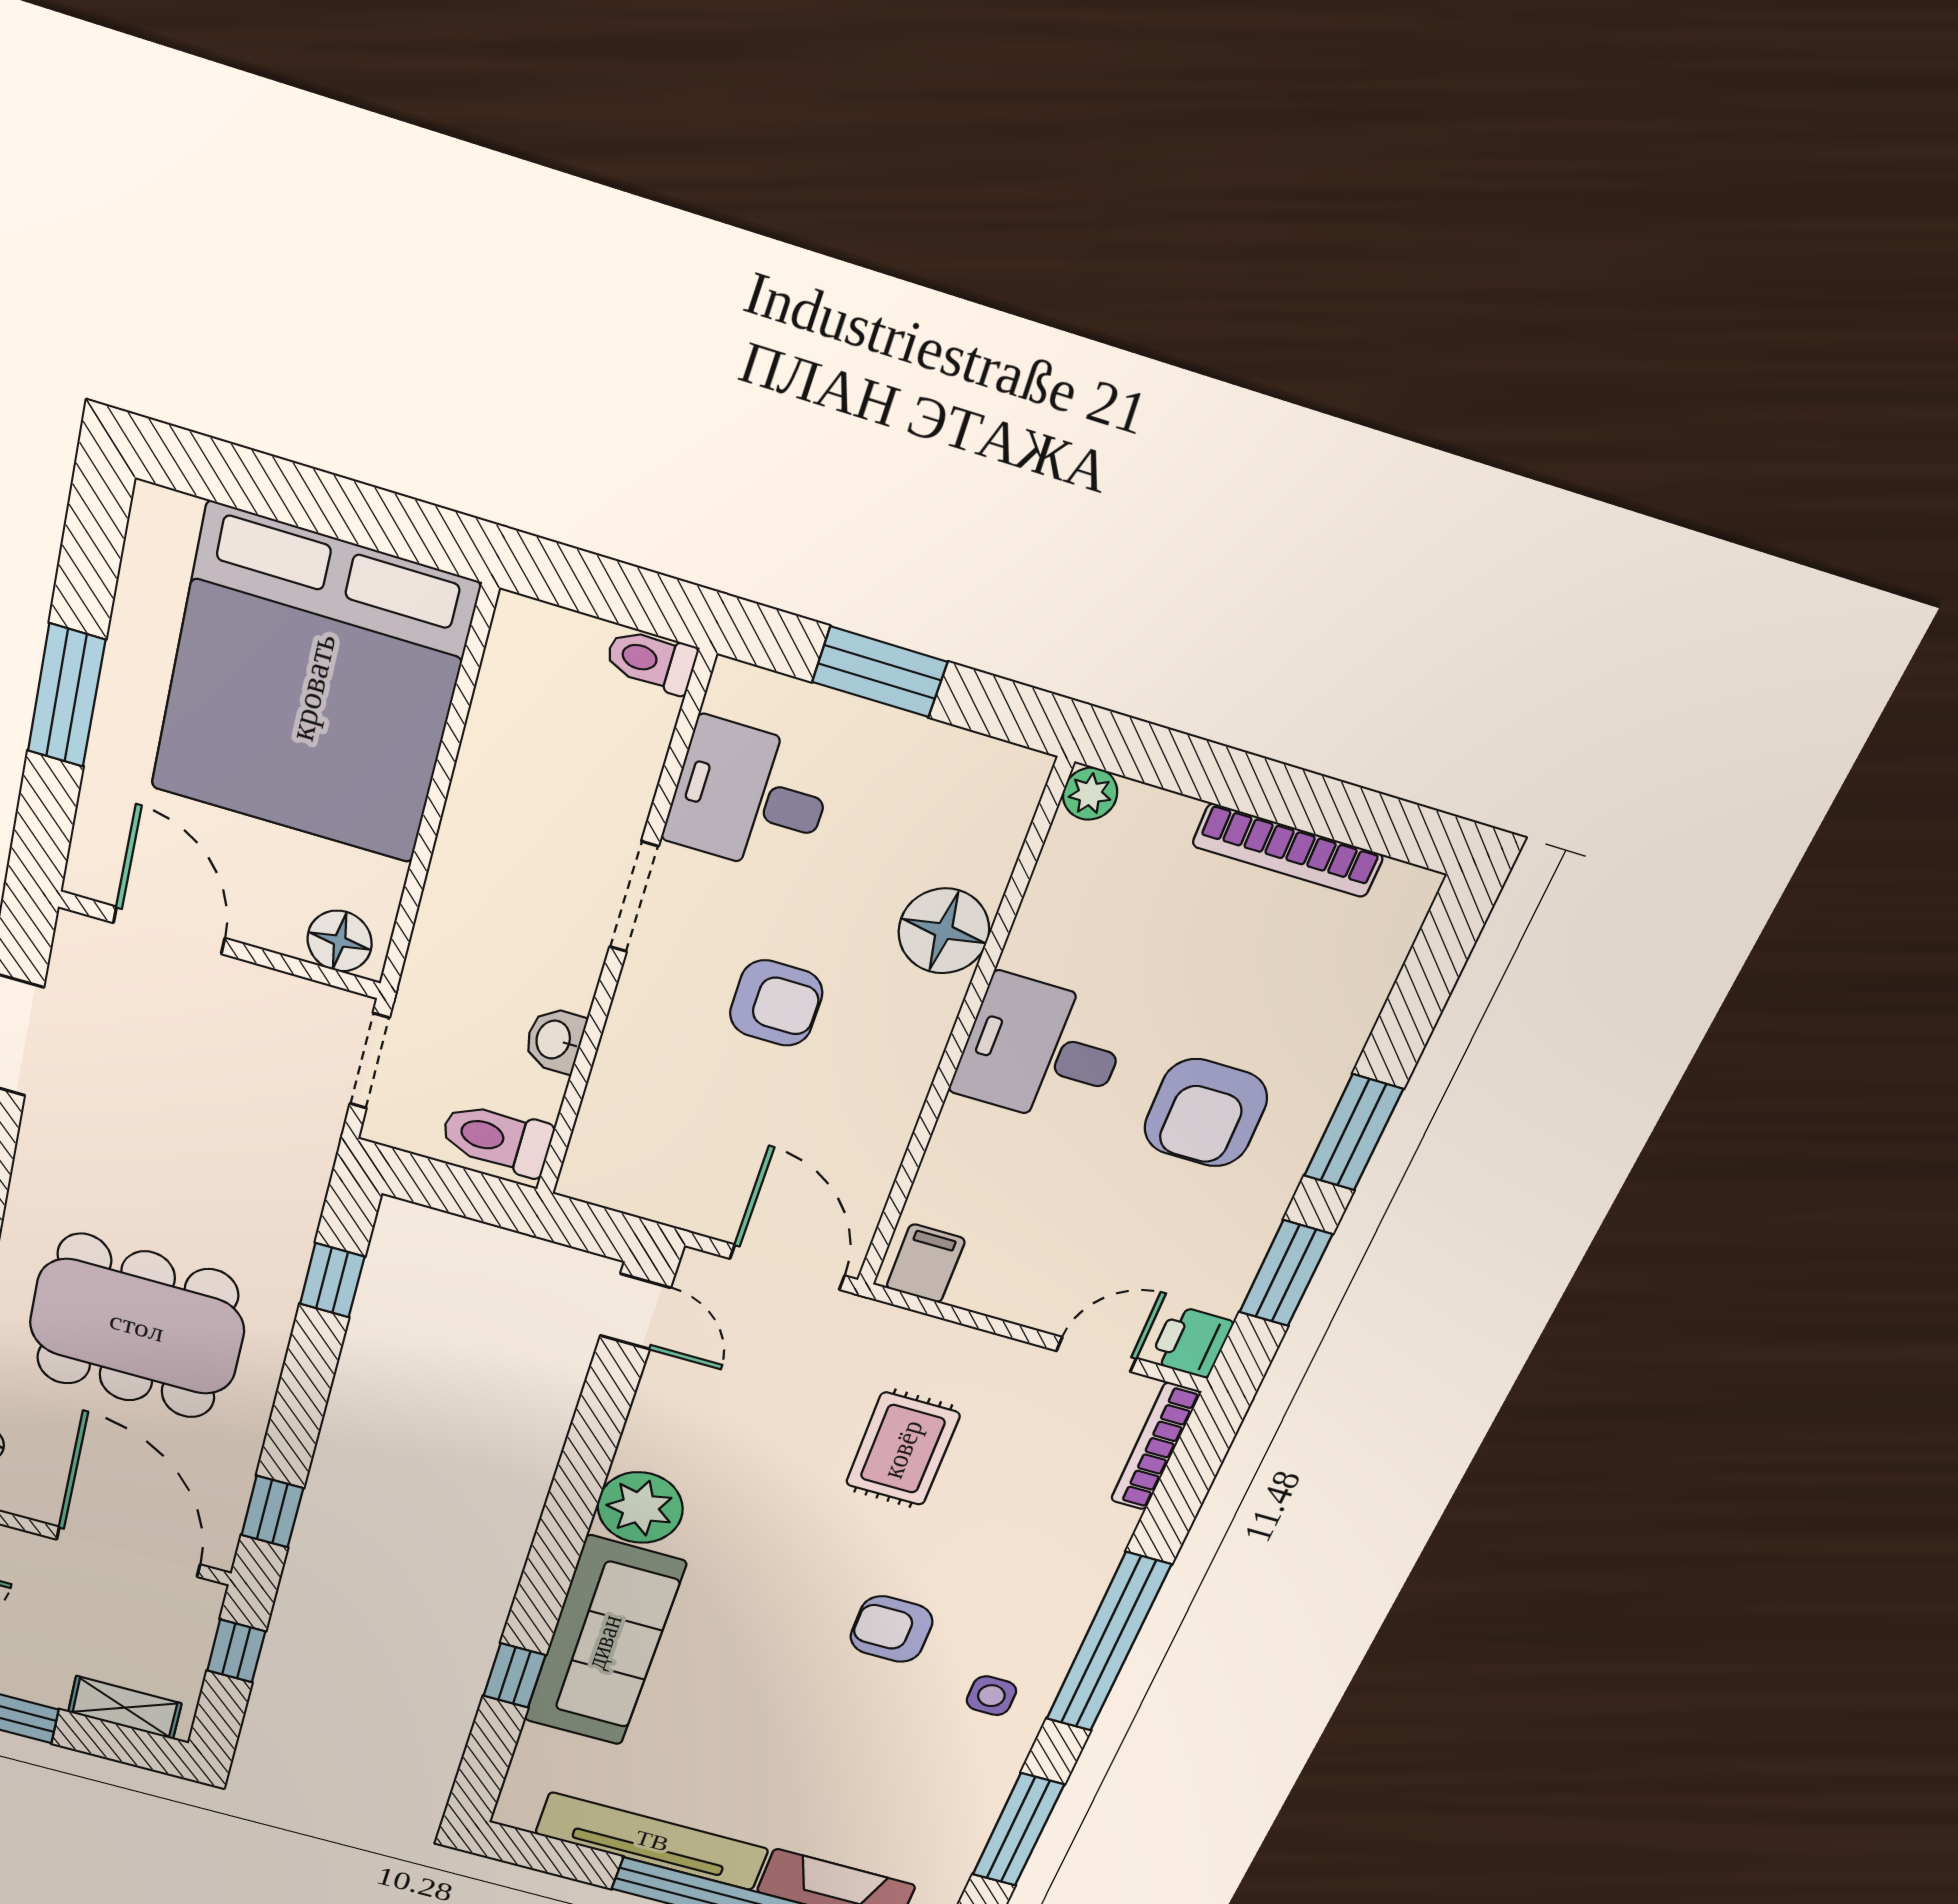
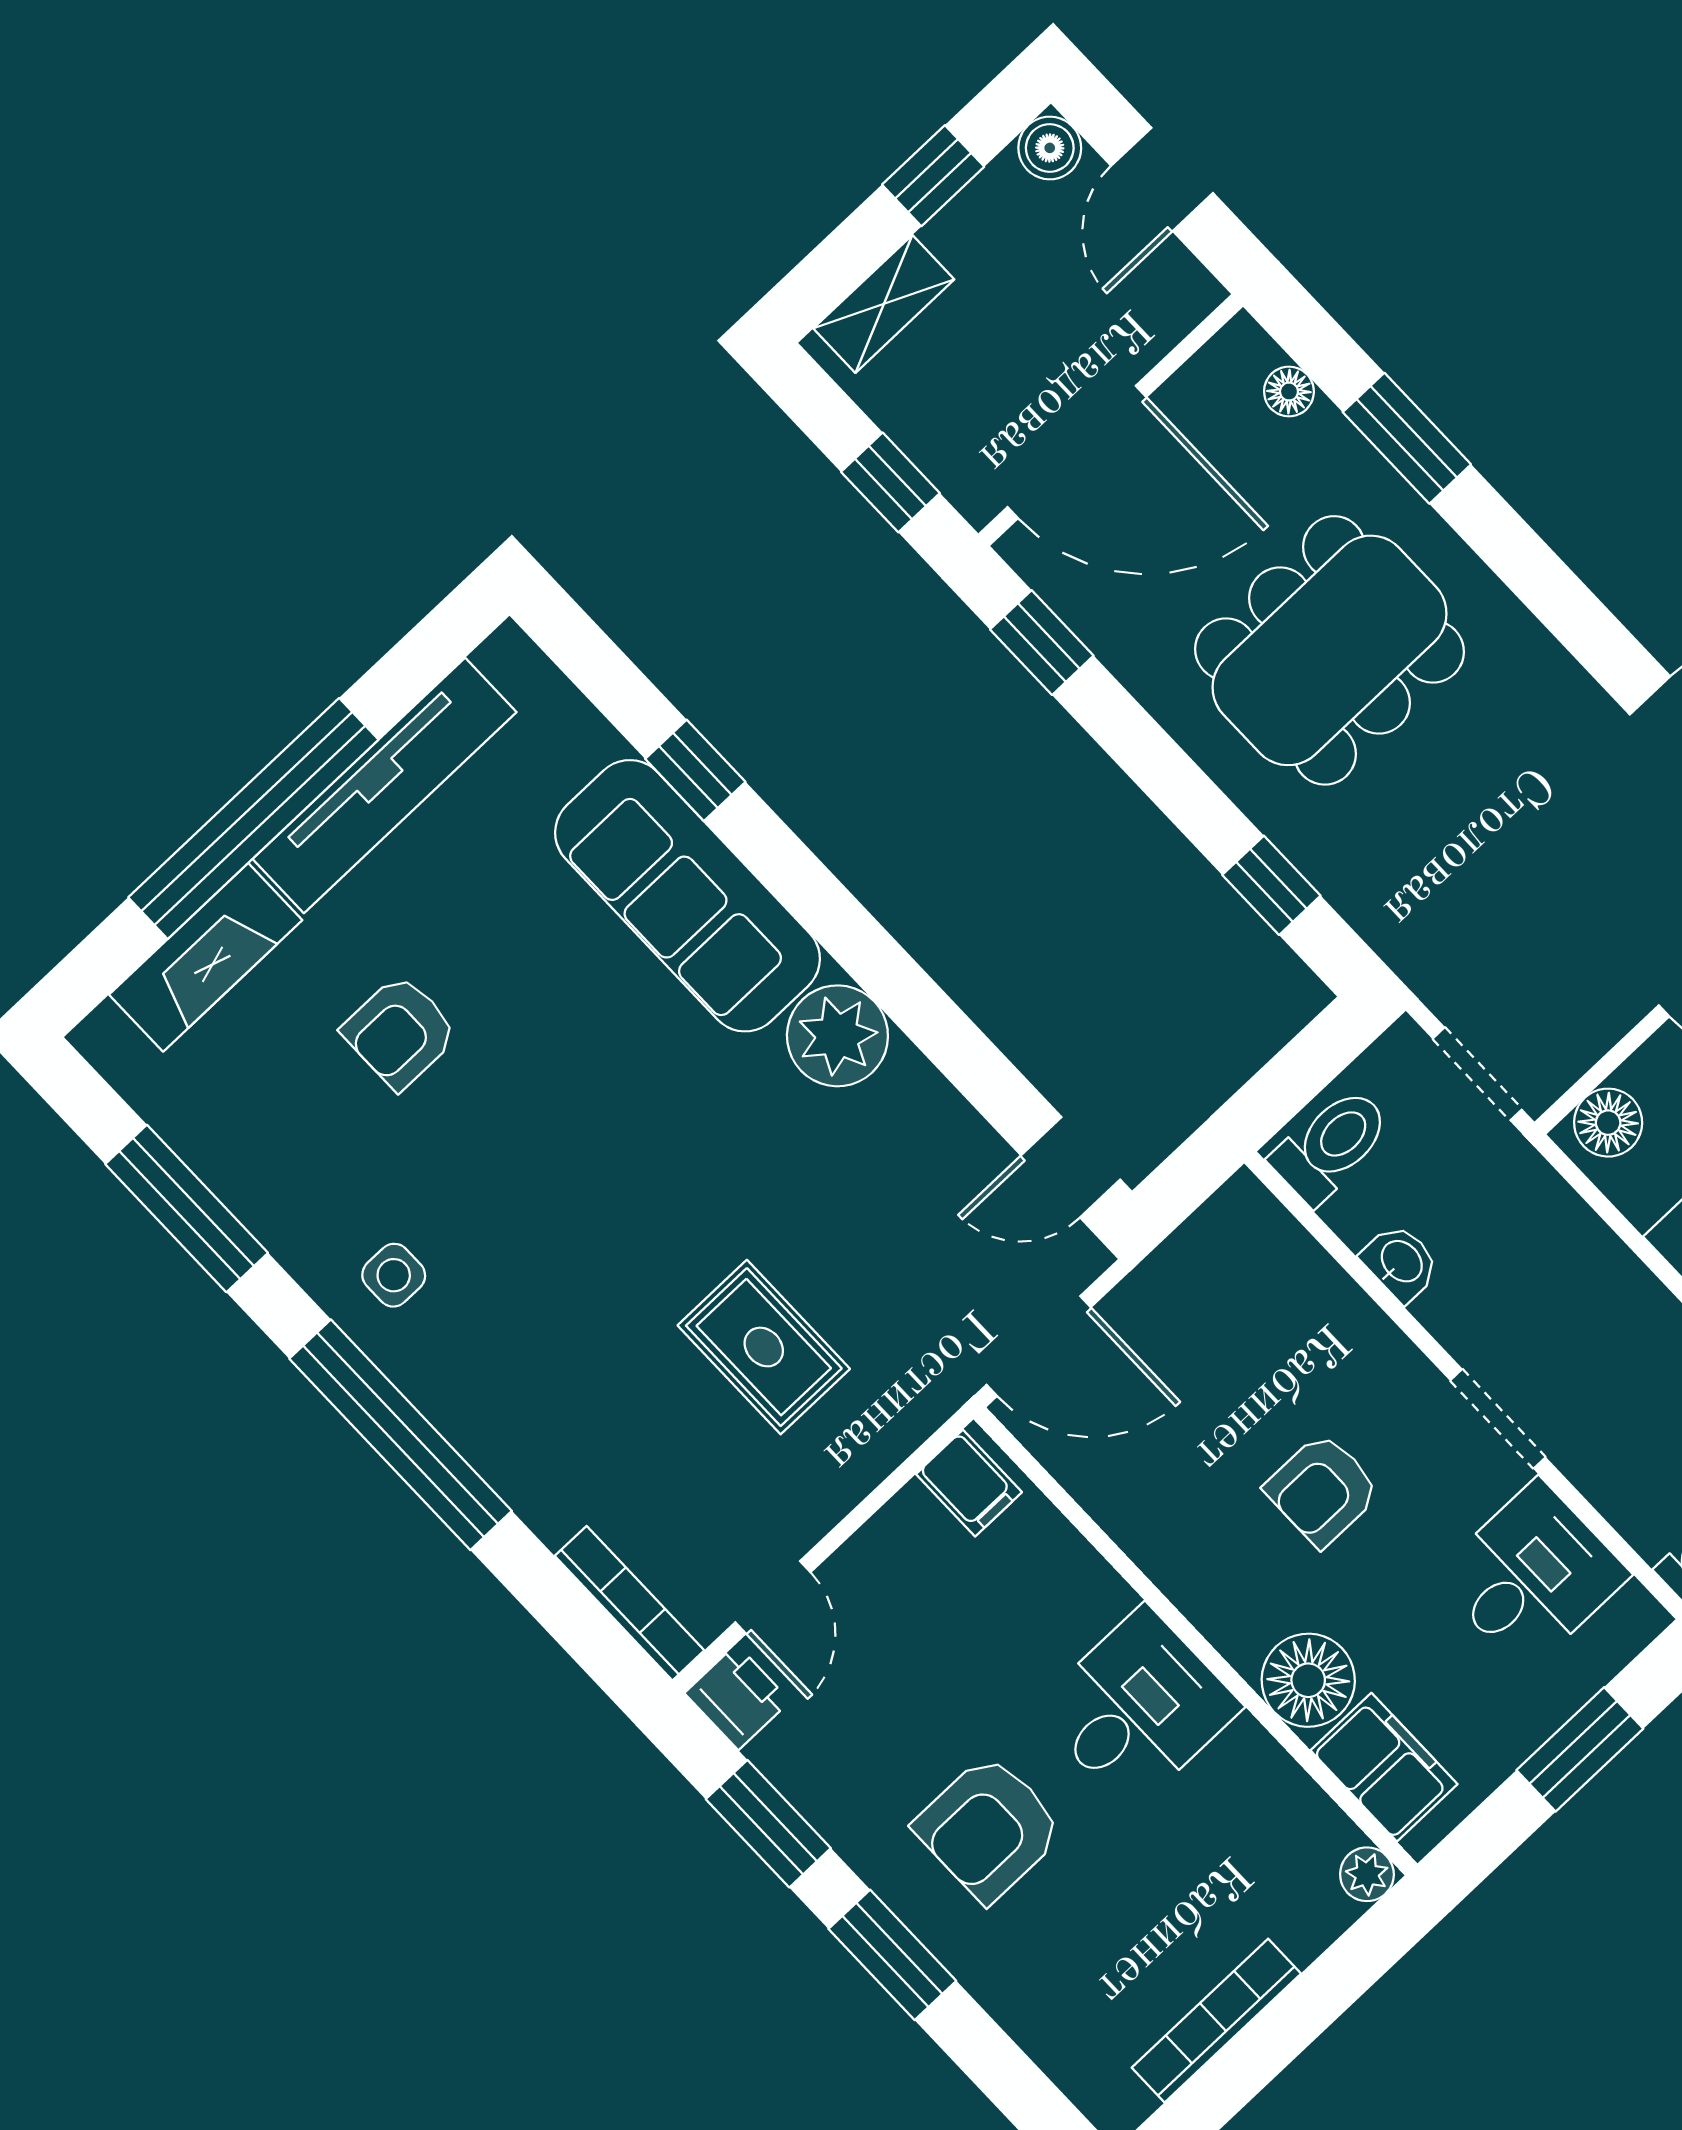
filing cabinet: (986, 830) -> (1384, 1767), added
armchair: (1206, 1113) -> (989, 1828), turned -90
armchair: (891, 1629) -> (400, 1032), moved, turned 180

